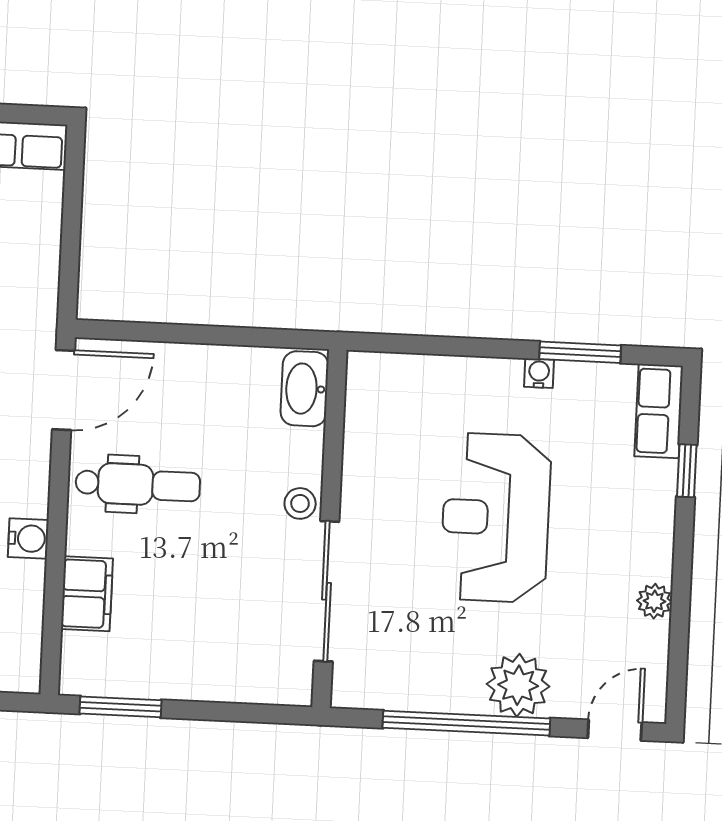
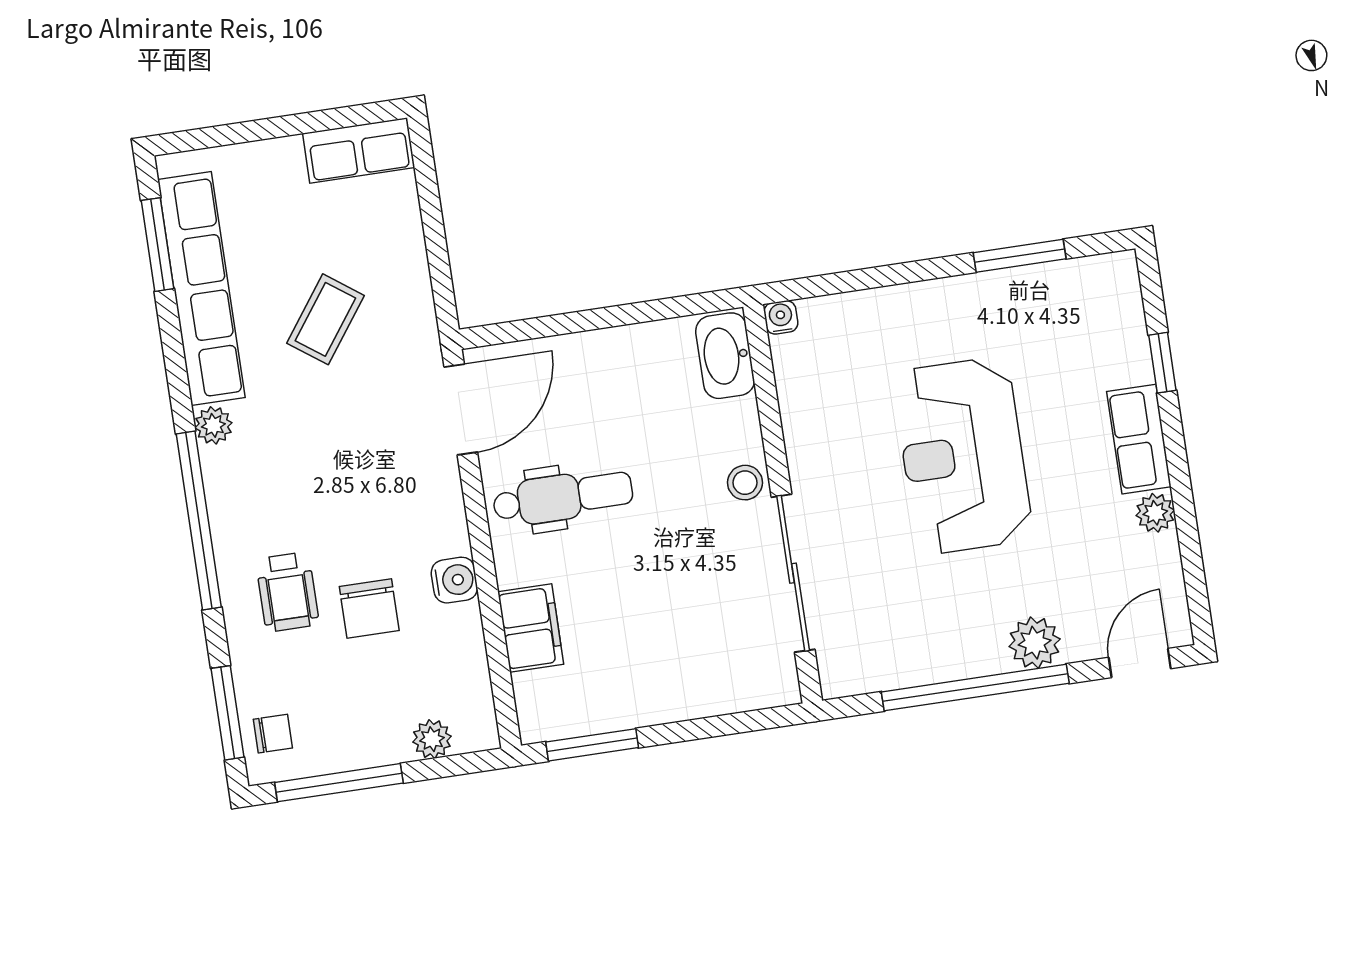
water cooler: (539, 373) -> (781, 317), moved
row of seats: (659, 411) -> (1139, 439), moved
plant: (518, 685) -> (1035, 643), width x0.73, depth x0.73

